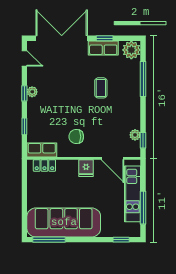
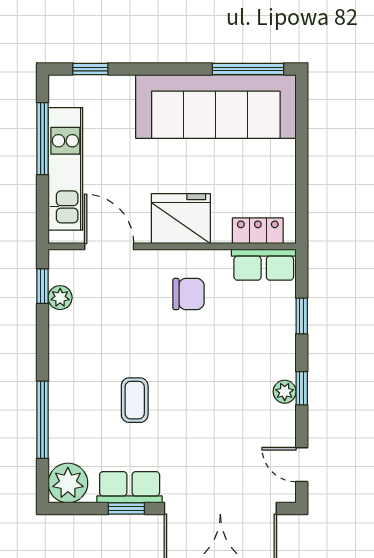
fridge: (86, 168) -> (181, 219), width x1.88, depth x1.34

